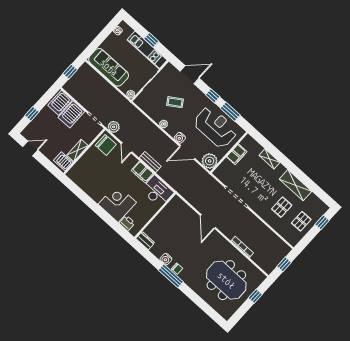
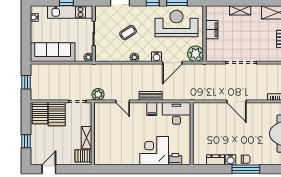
chair: (106, 145) -> (105, 114), removed
filing cabinet: (142, 172) -> (152, 109), width x0.50
dresser: (145, 241) -> (216, 160), moved

